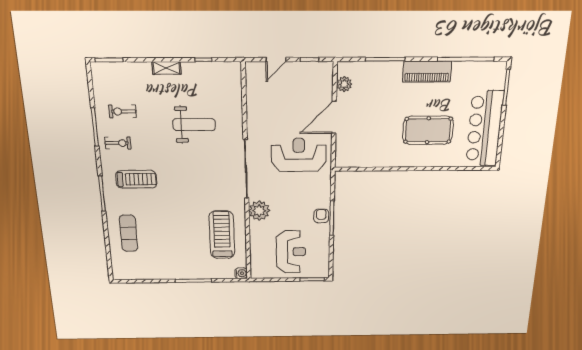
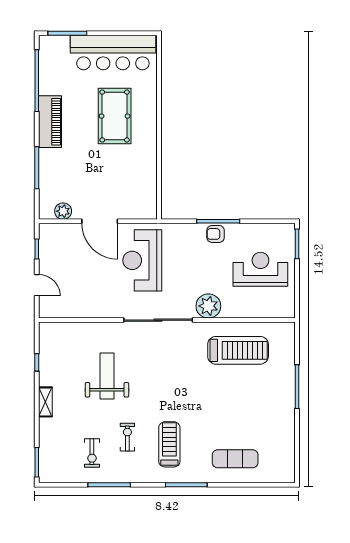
exercise bike: (118, 143) -> (127, 437), moved
treadmill: (222, 235) -> (238, 350), turned 180
water cooler: (241, 273) -> (288, 329), removed

